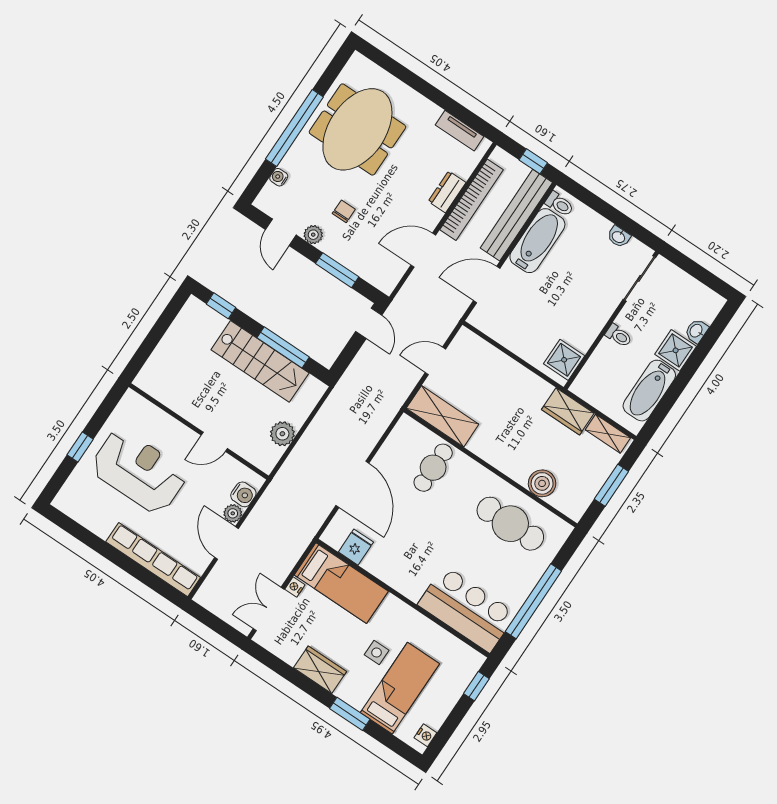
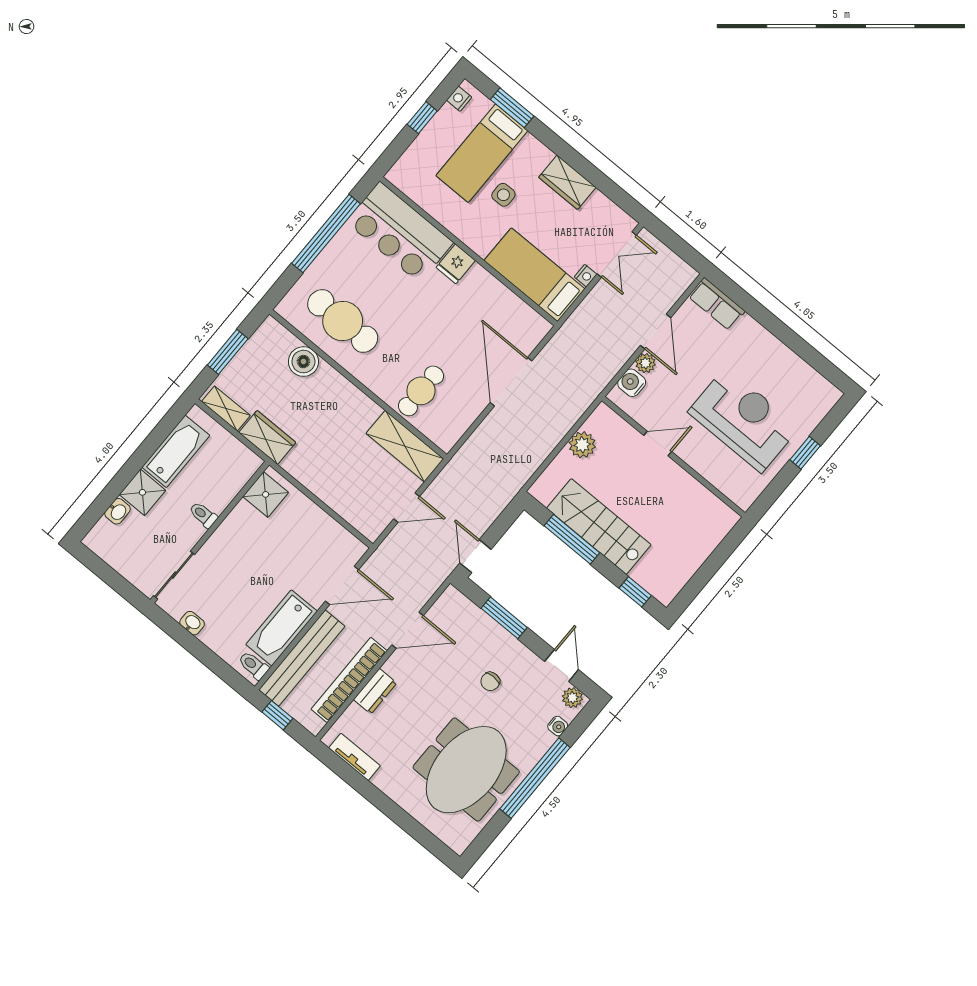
plant: (313, 235) -> (572, 698), moved
reception desk: (139, 471) -> (743, 420), turned 180
fridge: (356, 547) -> (456, 264), moved
row of seats: (153, 560) -> (717, 304), width x0.50
window: (476, 686) -> (422, 118), moved
window: (350, 714) -> (512, 108), moved

